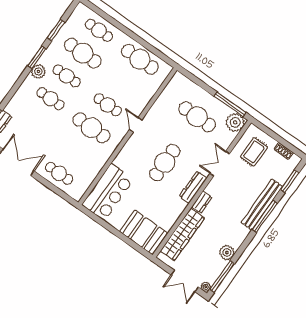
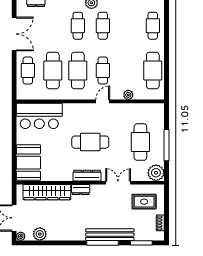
cafe table: (83, 53) -> (53, 70), moved
plant: (146, 97) -> (128, 95), added
window: (230, 104) -> (167, 145), moved
plant: (227, 252) -> (40, 234), moved
window: (222, 277) -> (37, 243), removed

